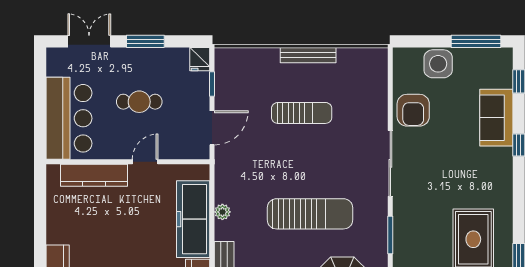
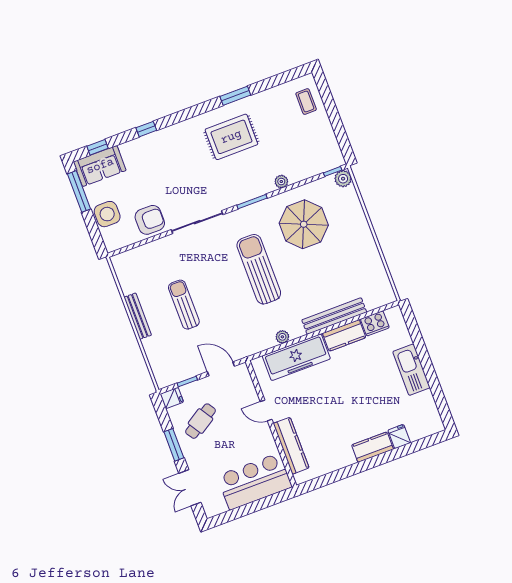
cafe table: (139, 102) -> (200, 421), moved, turned 57
sofa: (496, 118) -> (100, 166), moved

